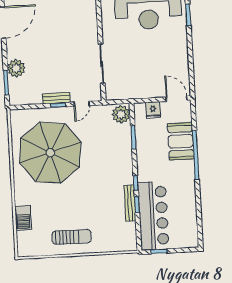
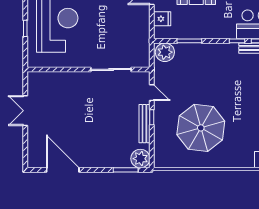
plant: (16, 68) -> (140, 159), moved
bench: (56, 98) -> (144, 124), width x1.36
parasol: (50, 153) -> (201, 128), width x0.73, depth x0.73

